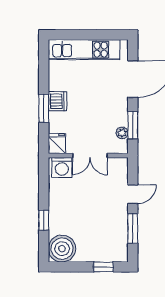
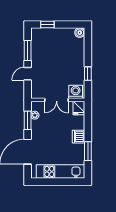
window: (44, 108) -> (88, 151), moved
double door: (90, 156) -> (57, 100), swing flipped
window: (44, 220) -> (88, 74), moved
boiler: (62, 249) -> (80, 33), width x0.54, depth x0.54

